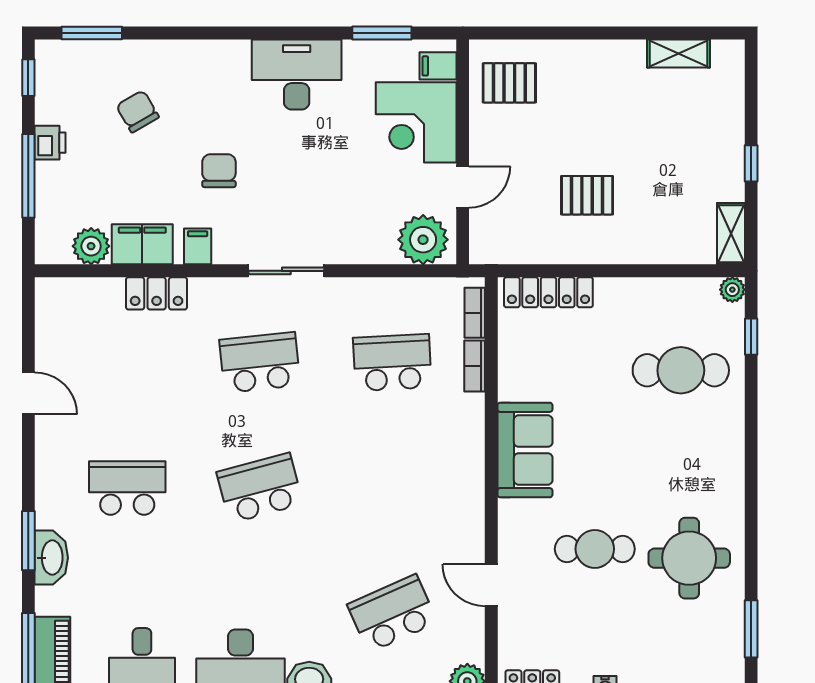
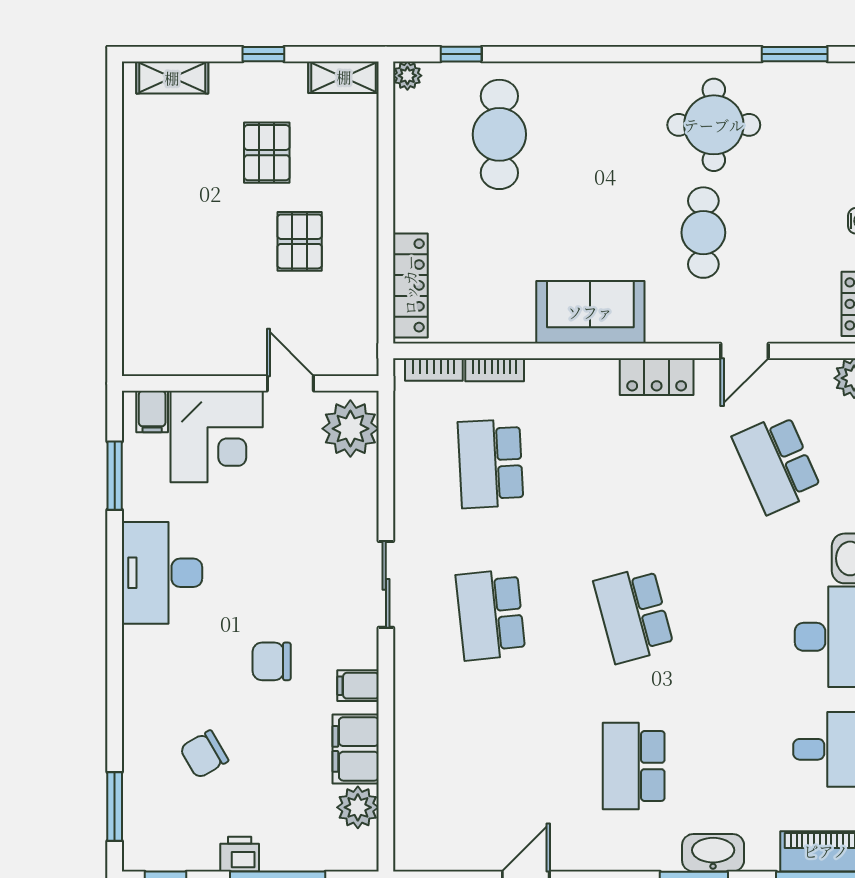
shelving: (678, 54) -> (172, 78), moved, turned 90
pallet: (509, 83) -> (267, 153), moved
locker: (157, 293) -> (657, 377), moved, turned 90

